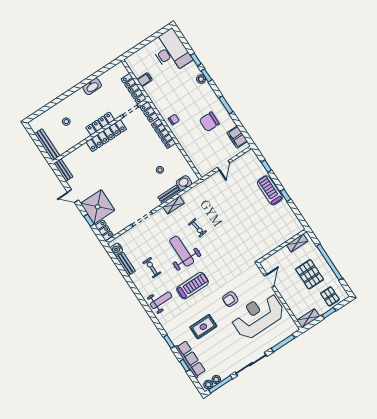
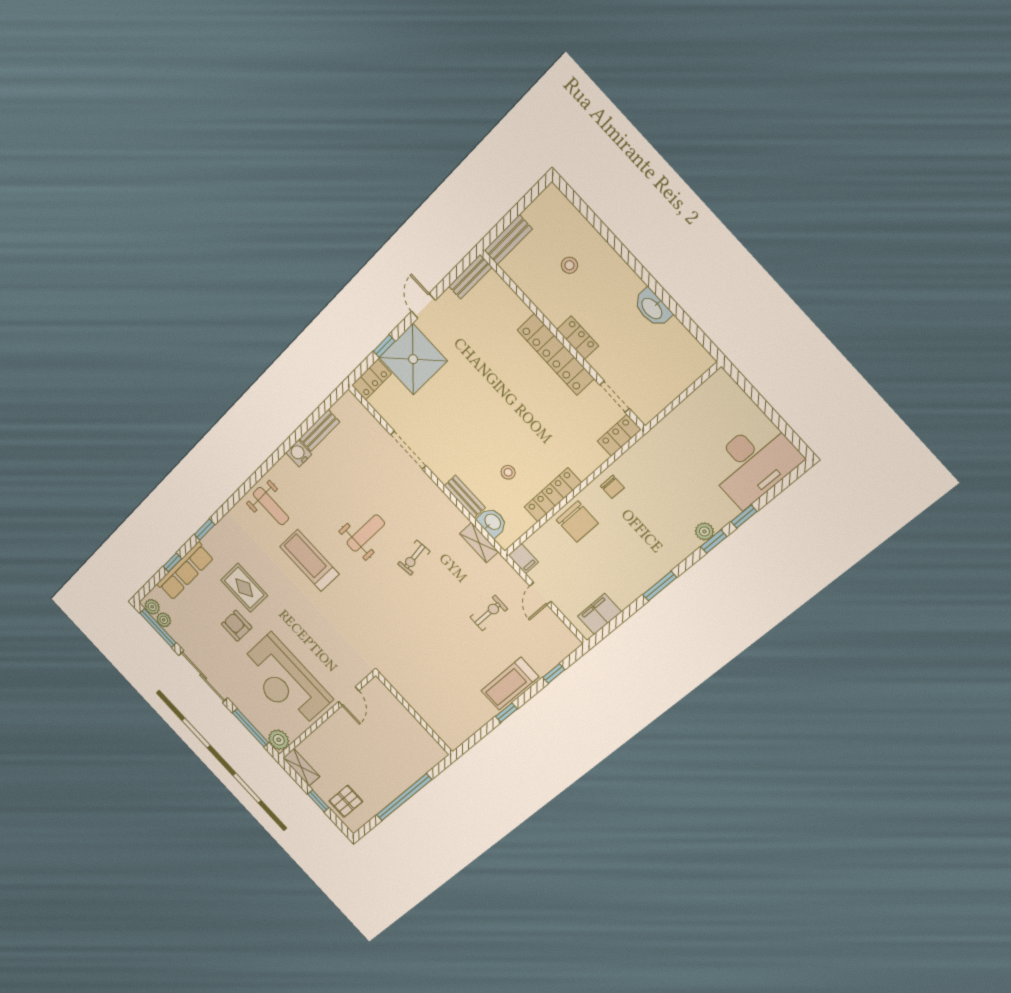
filing cabinet: (145, 80) -> (523, 559), moved
locker: (134, 89) -> (662, 397), removed
chair: (209, 122) -> (577, 522), moved, turned 180
locker: (100, 124) -> (578, 338), width x0.66
locker: (164, 134) -> (553, 495), moved
bench: (47, 145) -> (508, 240), width x0.73
door: (224, 165) -> (540, 594), hinge flipped
treadmill: (270, 190) -> (510, 684), turned 180
shelving: (174, 205) -> (479, 543), moved
shelving: (297, 243) -> (425, 739), removed
water cooler: (117, 249) -> (299, 454), moved
weight bench: (182, 251) -> (366, 533), width x0.73, depth x0.75
exercise bike: (152, 268) -> (489, 613), moved
pallet: (310, 274) -> (376, 765), removed
door: (269, 281) -> (349, 696), hinge flipped
treadmill: (193, 286) -> (309, 560), turned 180
armchair: (230, 299) -> (237, 626), moved
reception desk: (258, 316) -> (285, 681), turned 180
plant: (291, 328) -> (279, 740), added

